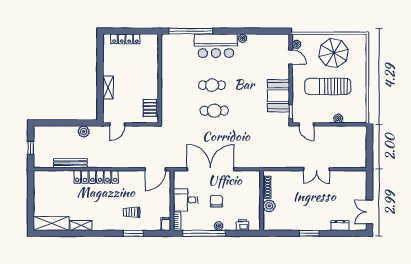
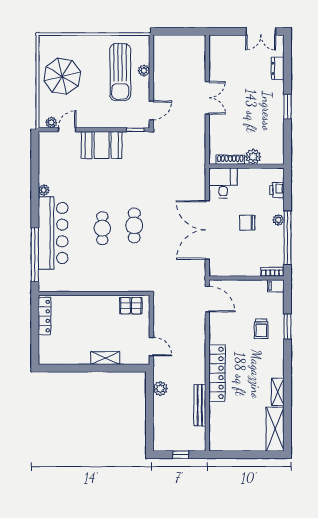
locker: (125, 39) -> (45, 316), moved
bar counter: (216, 46) -> (53, 233), width x1.36
sun lounger: (328, 86) -> (120, 72), moved
booth: (279, 96) -> (102, 145), moved
desk: (186, 200) -> (223, 183), moved, turned 180

